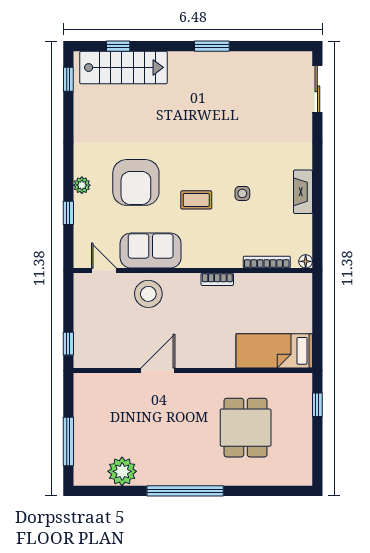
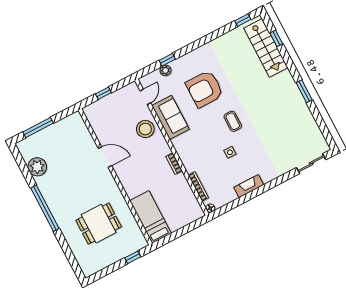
plant: (82, 185) -> (165, 70), moved
coffee table: (196, 200) -> (233, 121), moved
window: (68, 344) -> (103, 93), moved

